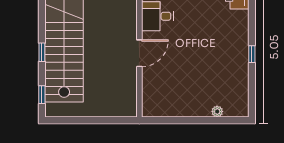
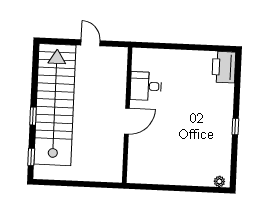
plant: (217, 112) -> (219, 181), moved

